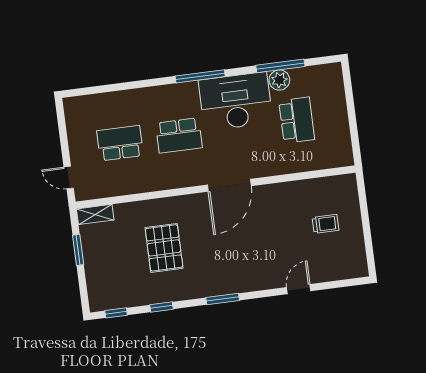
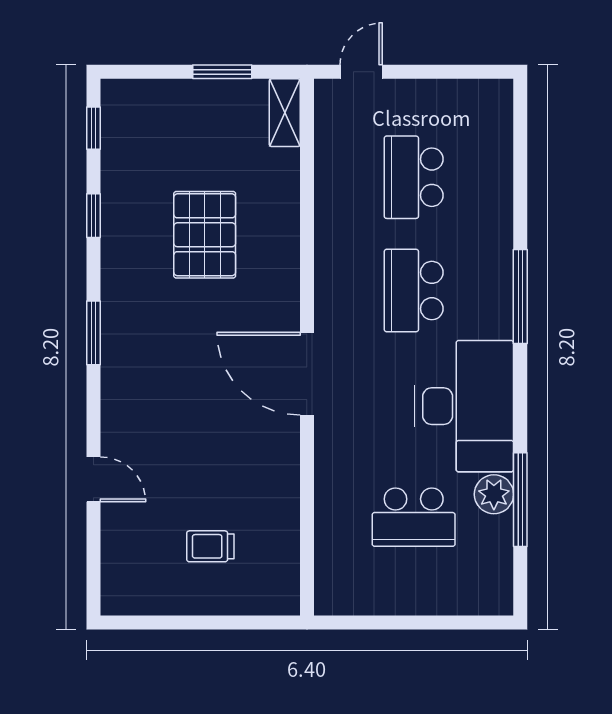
window: (200, 76) -> (520, 297), moved
school desk: (120, 143) -> (414, 177), turned 180
trolley: (326, 224) -> (210, 546), turned 90
pallet: (164, 248) -> (205, 235), turned 90

